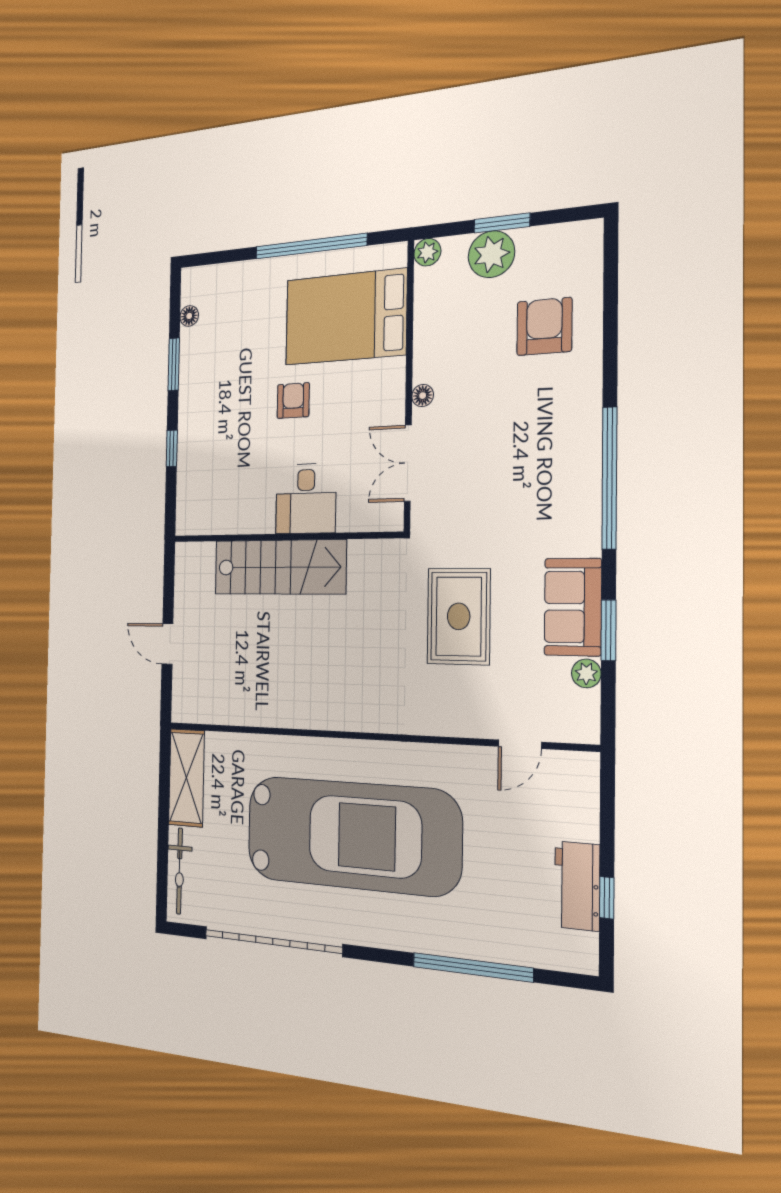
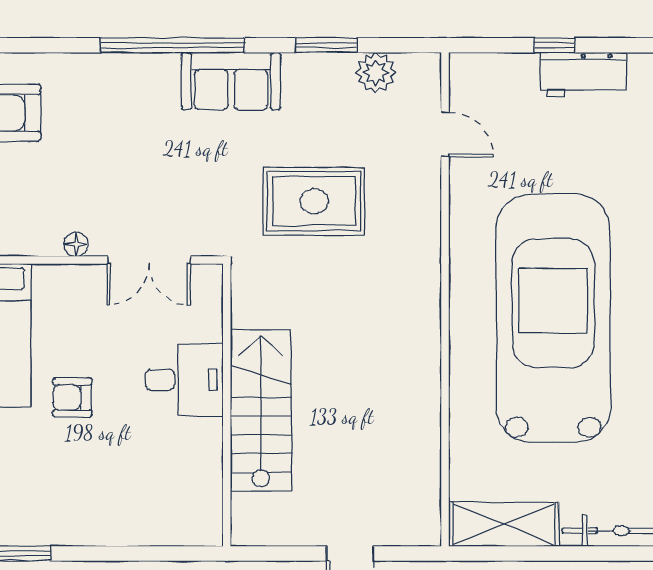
window: (172, 448) -> (120, 554), removed
sofa: (573, 607) -> (231, 81), moved
plant: (586, 673) -> (376, 73), width x1.38, depth x1.38
window: (607, 898) -> (554, 45), moved

